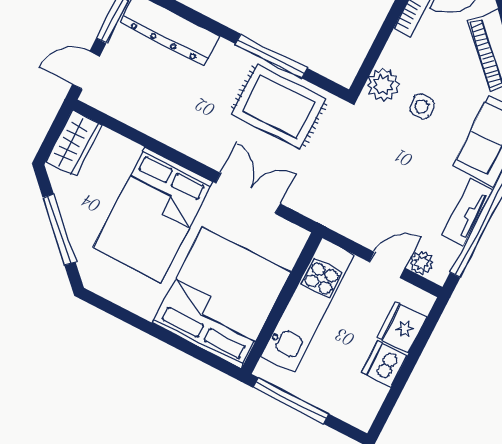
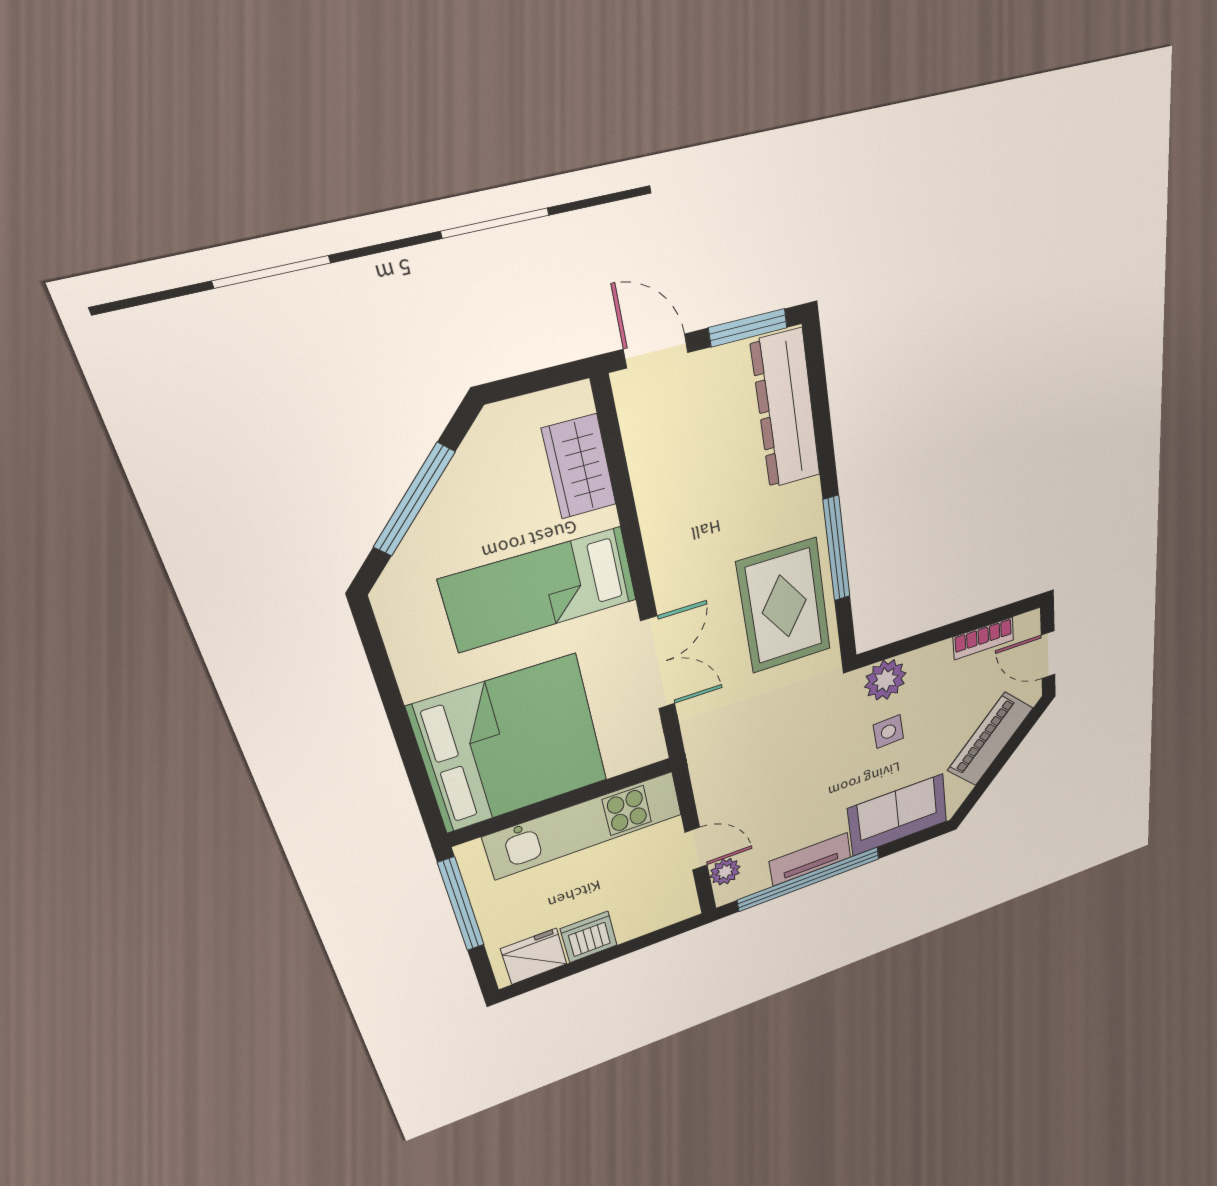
wardrobe: (74, 143) -> (579, 467), moved, turned 90
bed: (153, 215) -> (540, 590), width x0.67
fridge: (402, 328) -> (534, 956), moved

